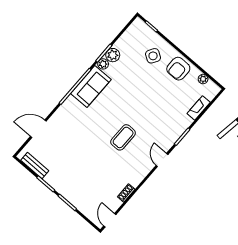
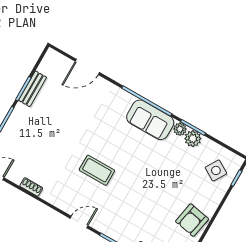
side table: (153, 56) -> (216, 170), moved
armchair: (178, 69) -> (192, 220), turned -79
door: (38, 129) -> (87, 67), swing flipped
bench: (35, 165) -> (33, 89), moved

